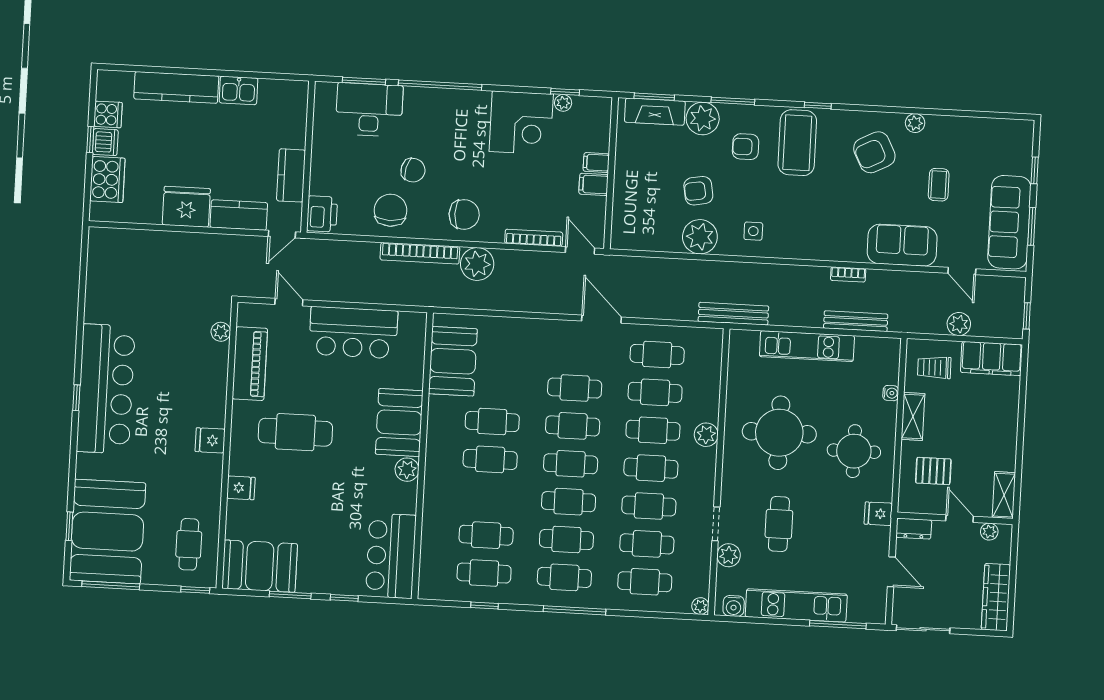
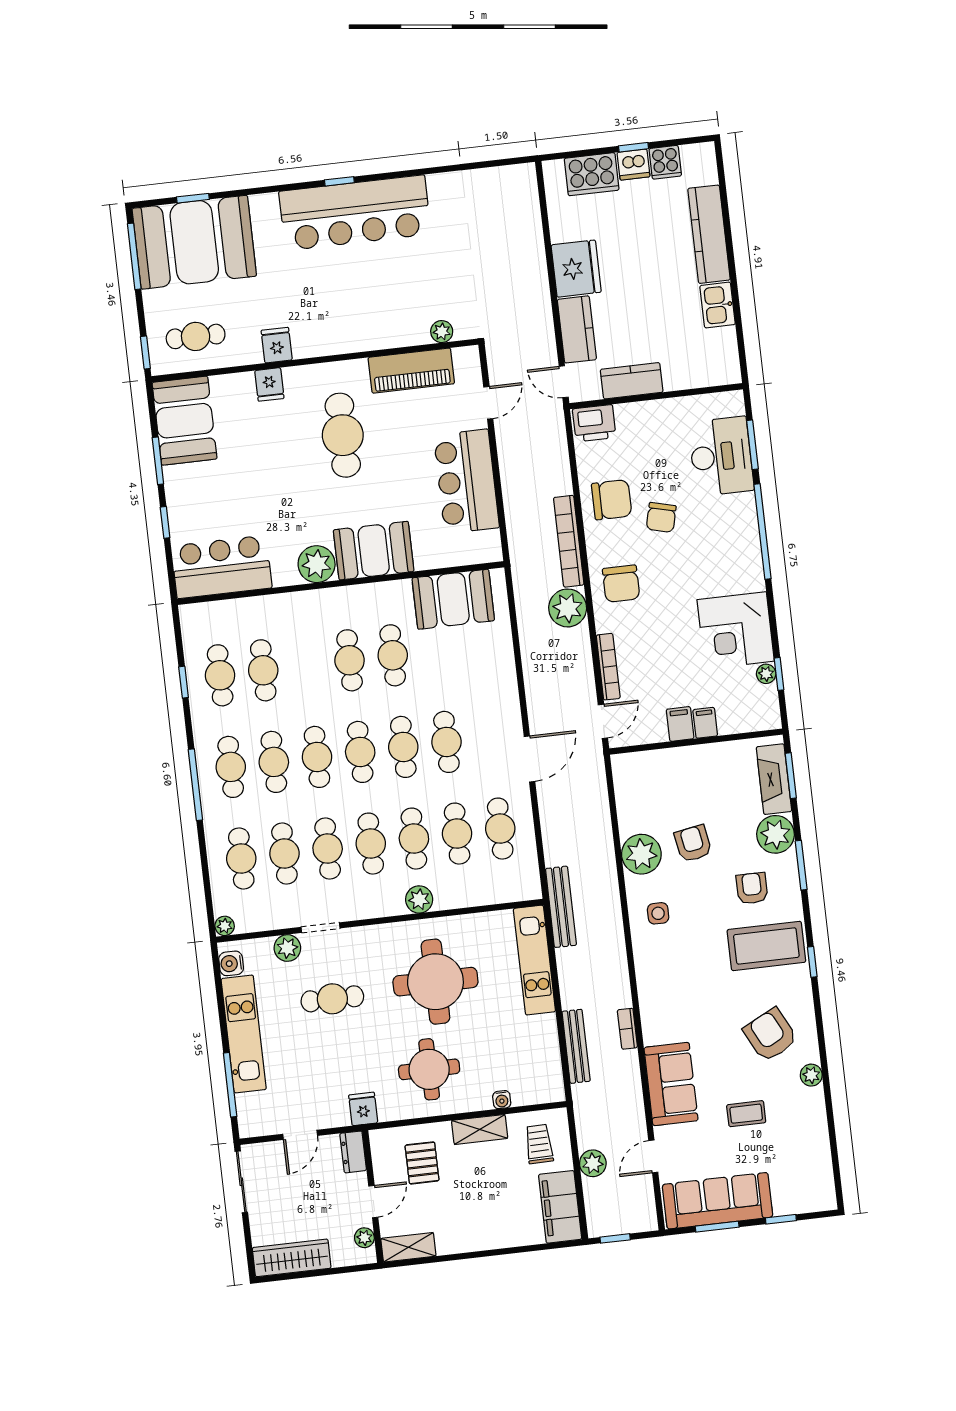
kitchen unit: (807, 346) -> (534, 960), moved
fridge: (210, 440) -> (277, 345), moved
plant: (407, 470) -> (317, 564), width x1.36, depth x1.36

